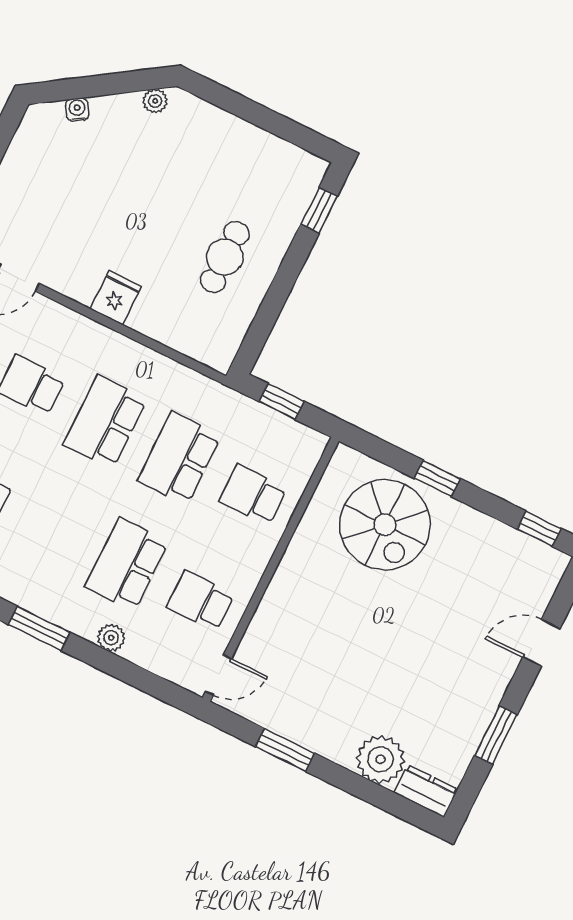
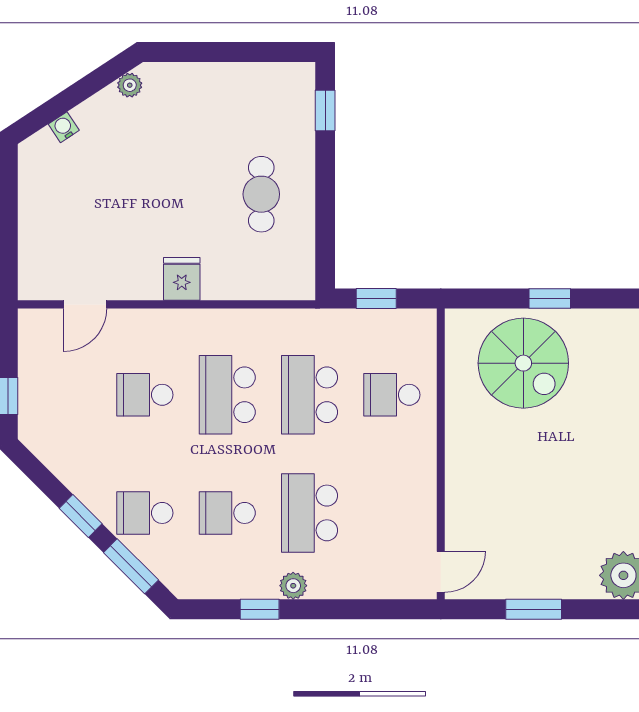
school desk: (201, 601) -> (227, 513), moved
window: (39, 628) -> (260, 609), width x0.67
plant: (111, 638) -> (293, 586), moved

